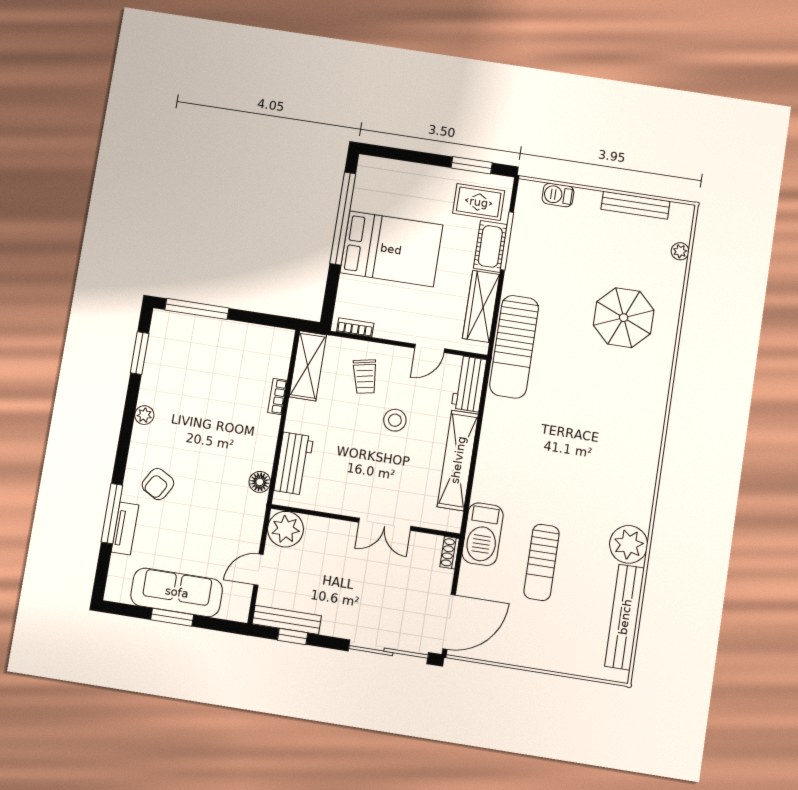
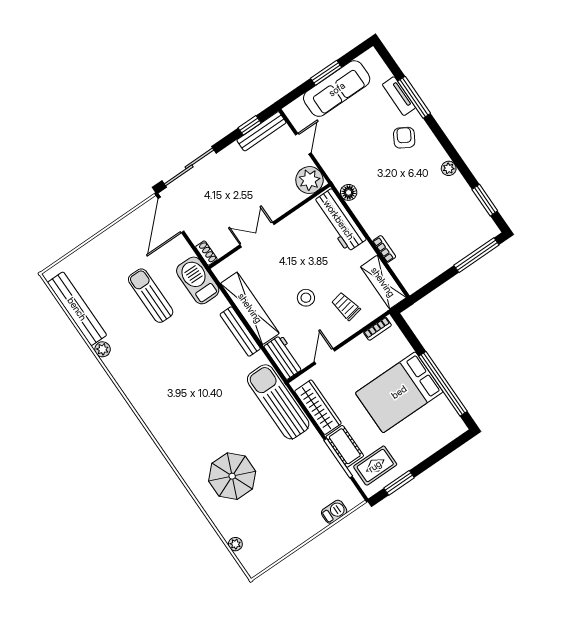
bench: (635, 205) -> (240, 331), moved, turned 90
workbench: (294, 464) -> (339, 220), width x1.38
plant: (629, 544) -> (103, 349), width x0.53, depth x0.53

